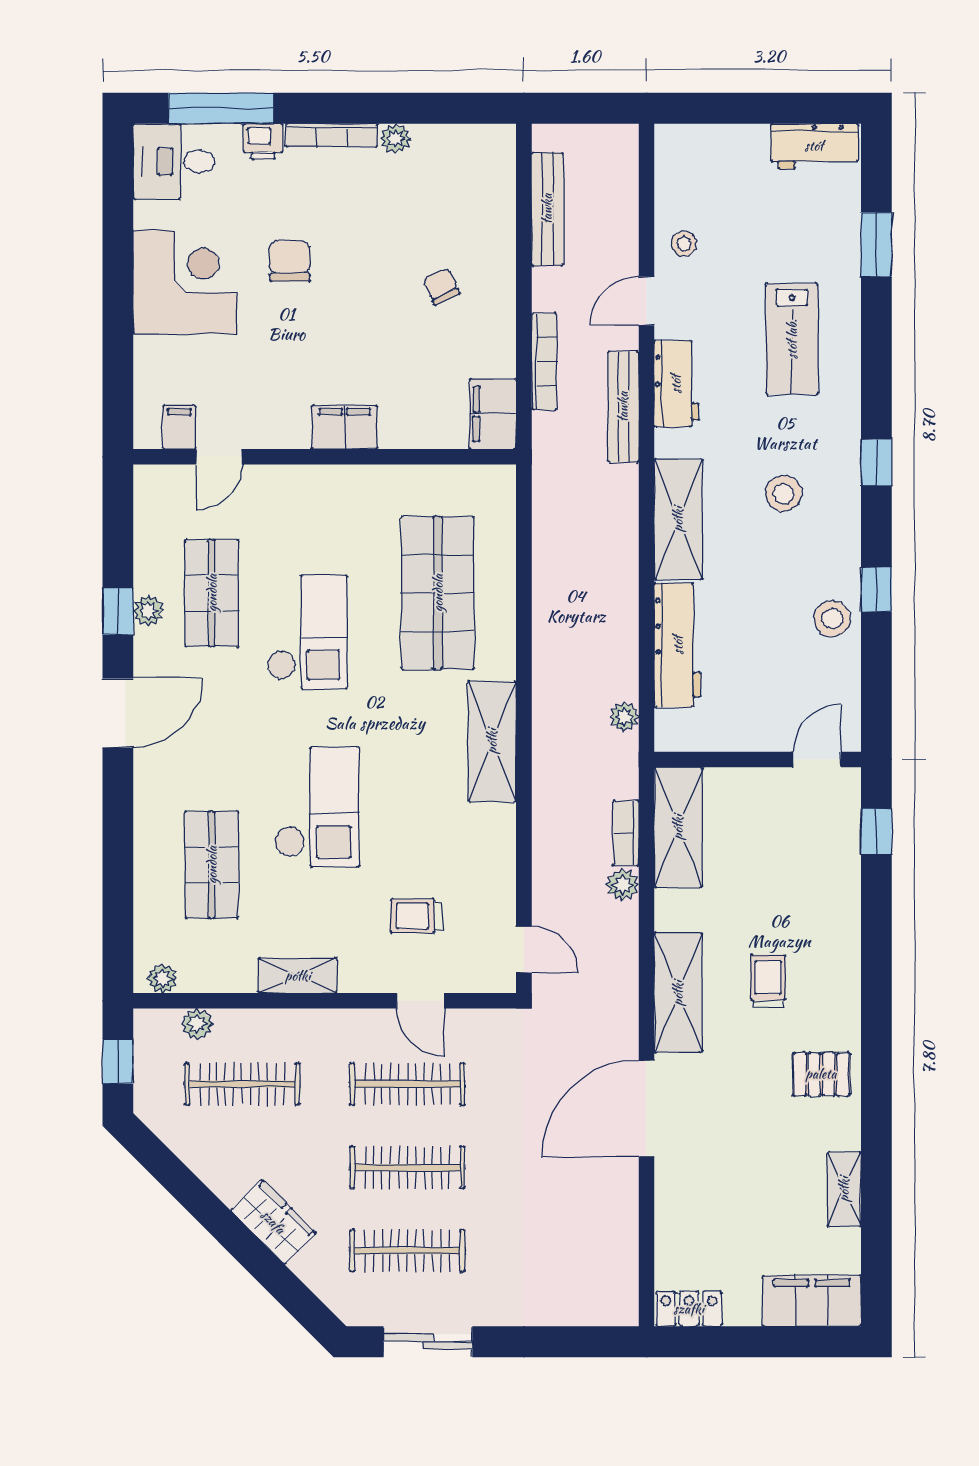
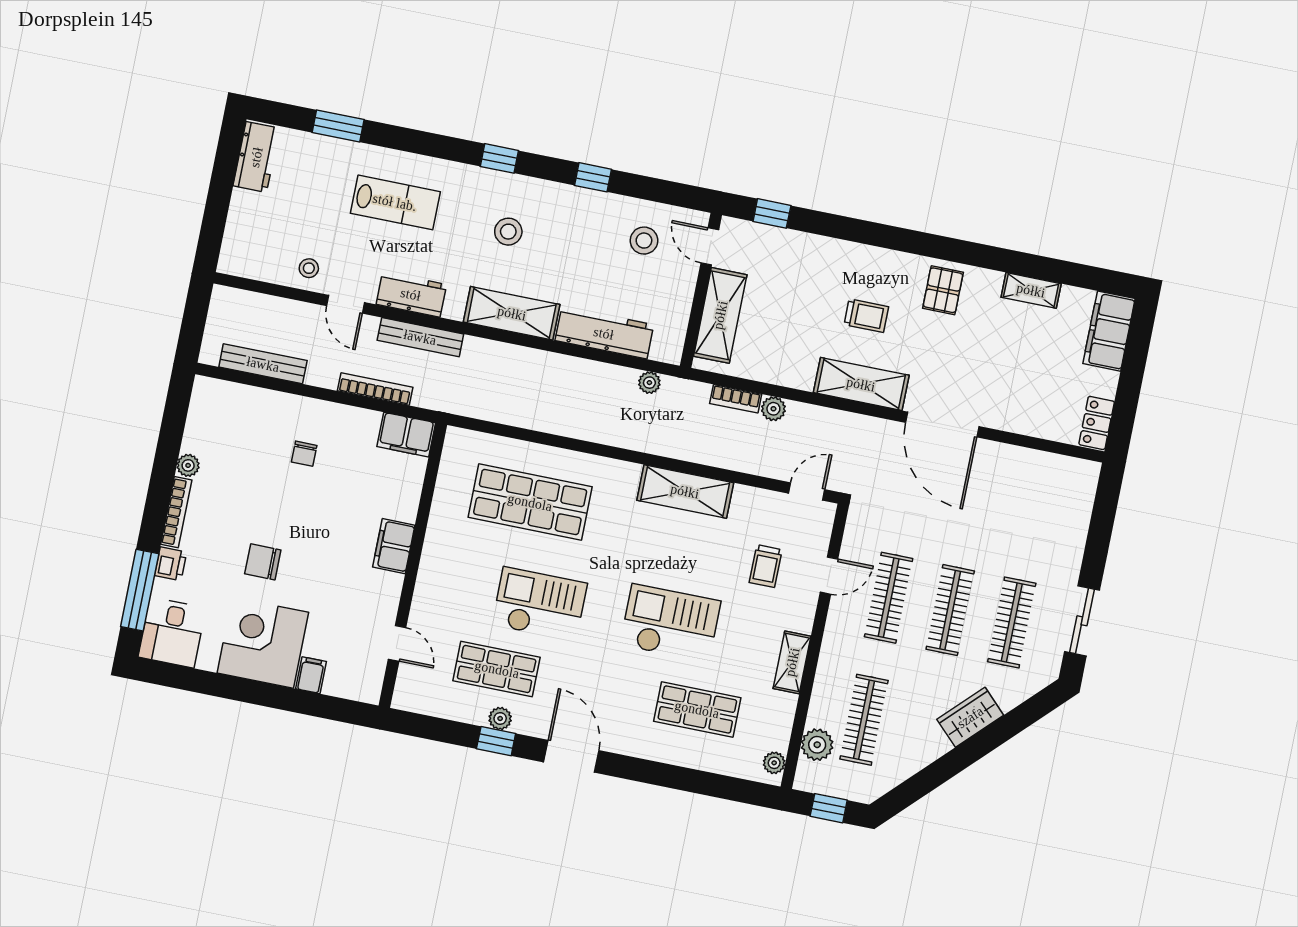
chair: (441, 286) -> (304, 454), turned -65
filing cabinet: (179, 427) -> (311, 675), moved, turned 90
stool: (832, 619) -> (644, 241), moved
shelving: (492, 741) -> (685, 491), moved
shelving: (678, 827) -> (720, 315), moved, turned 90
trolley: (768, 981) -> (866, 316), turned 180
plant: (197, 1024) -> (817, 745), width x1.38, depth x1.38

